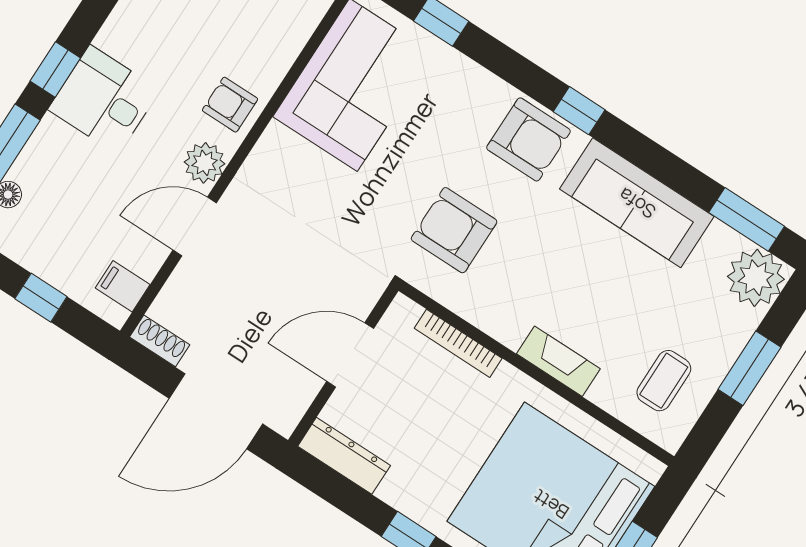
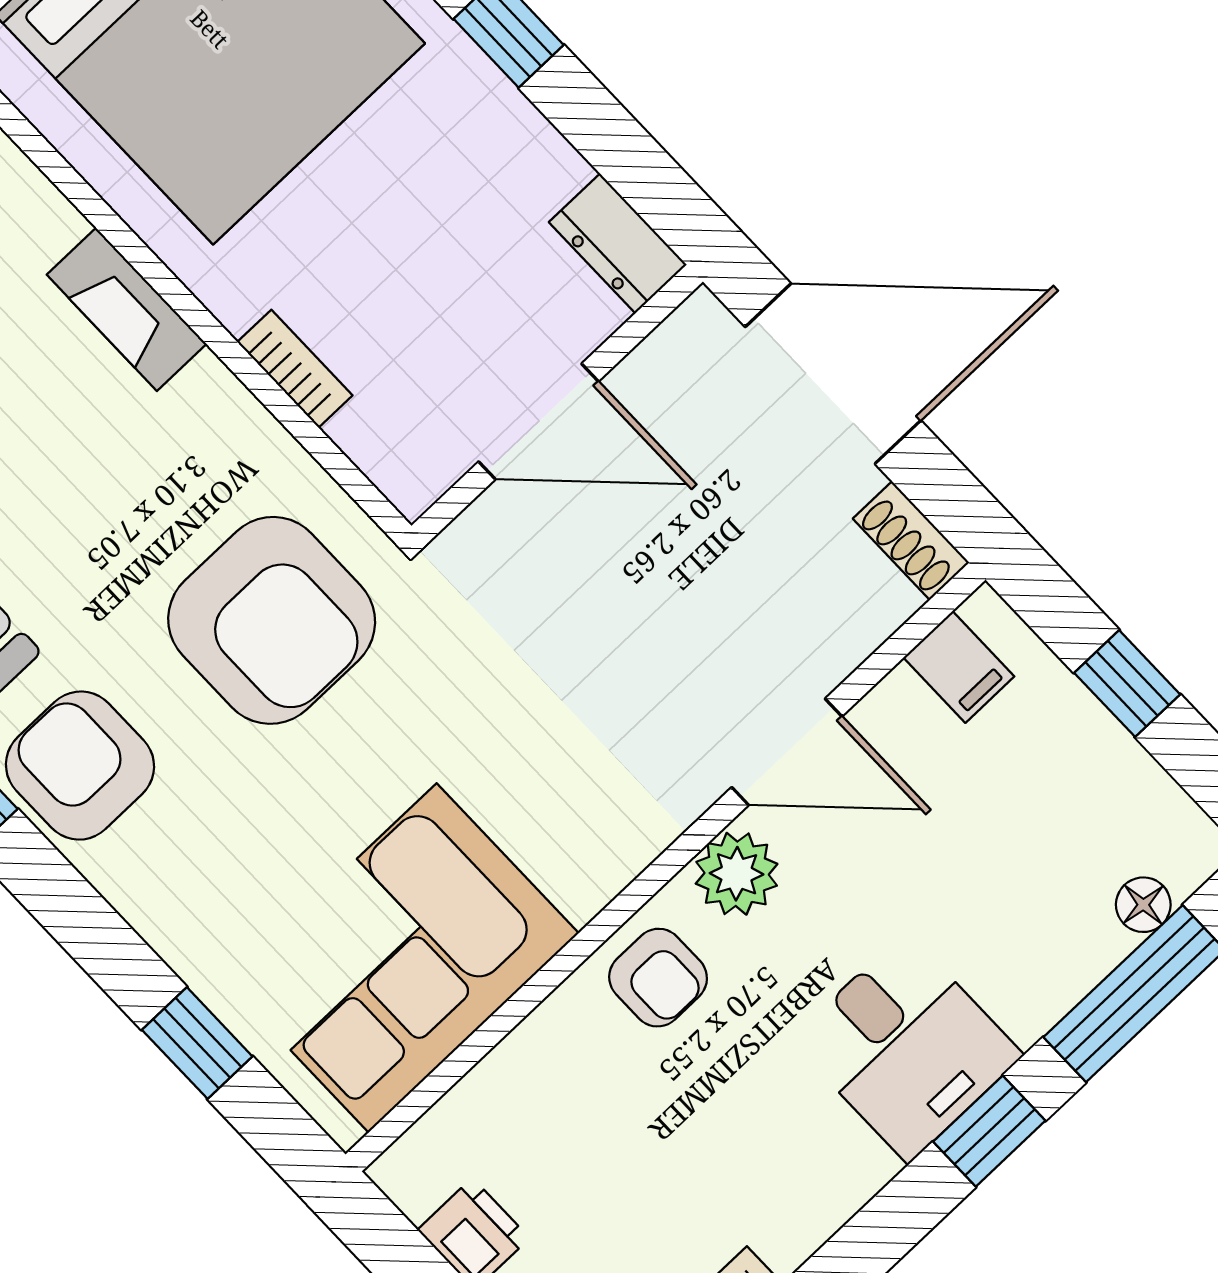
armchair: (454, 230) -> (272, 620), width x1.36, depth x1.36
bookcase: (458, 343) -> (295, 369), width x0.64
dresser: (344, 456) -> (618, 243), width x0.70

